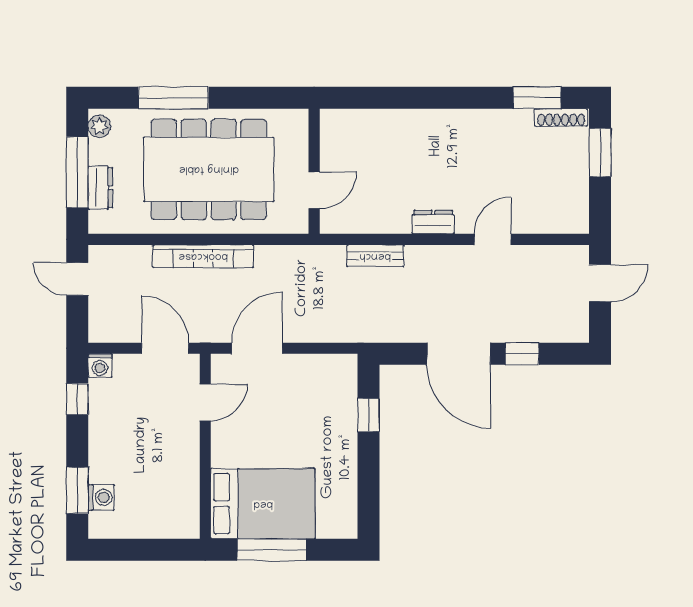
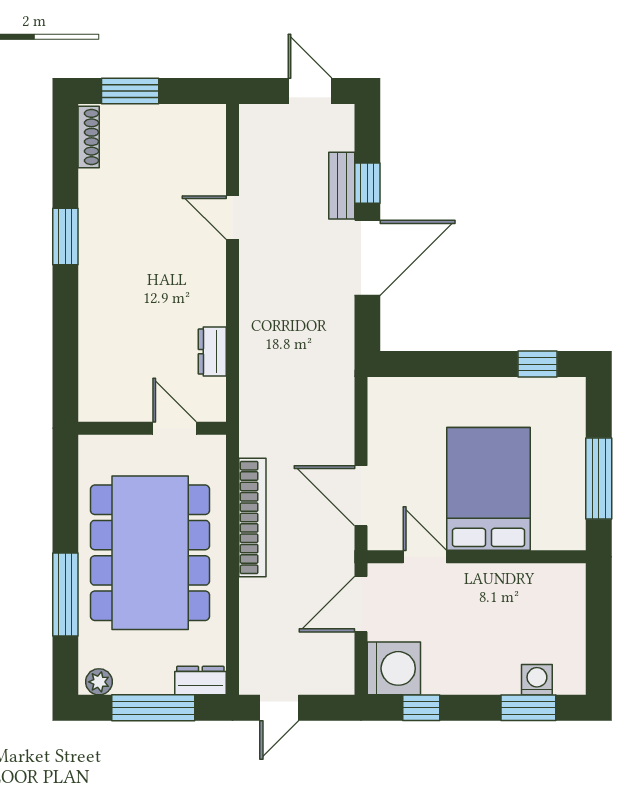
window: (537, 98) -> (65, 237), moved
dresser: (100, 188) -> (200, 681), moved
dresser: (433, 222) -> (212, 352), moved
bookcase: (203, 256) -> (252, 518), moved
bench: (375, 256) -> (342, 186), moved
door: (600, 283) -> (310, 91), moved
washing machine: (100, 366) -> (394, 668), width x1.89, depth x1.89
window: (369, 415) -> (538, 364), moved
bed: (263, 504) -> (488, 489), moved

